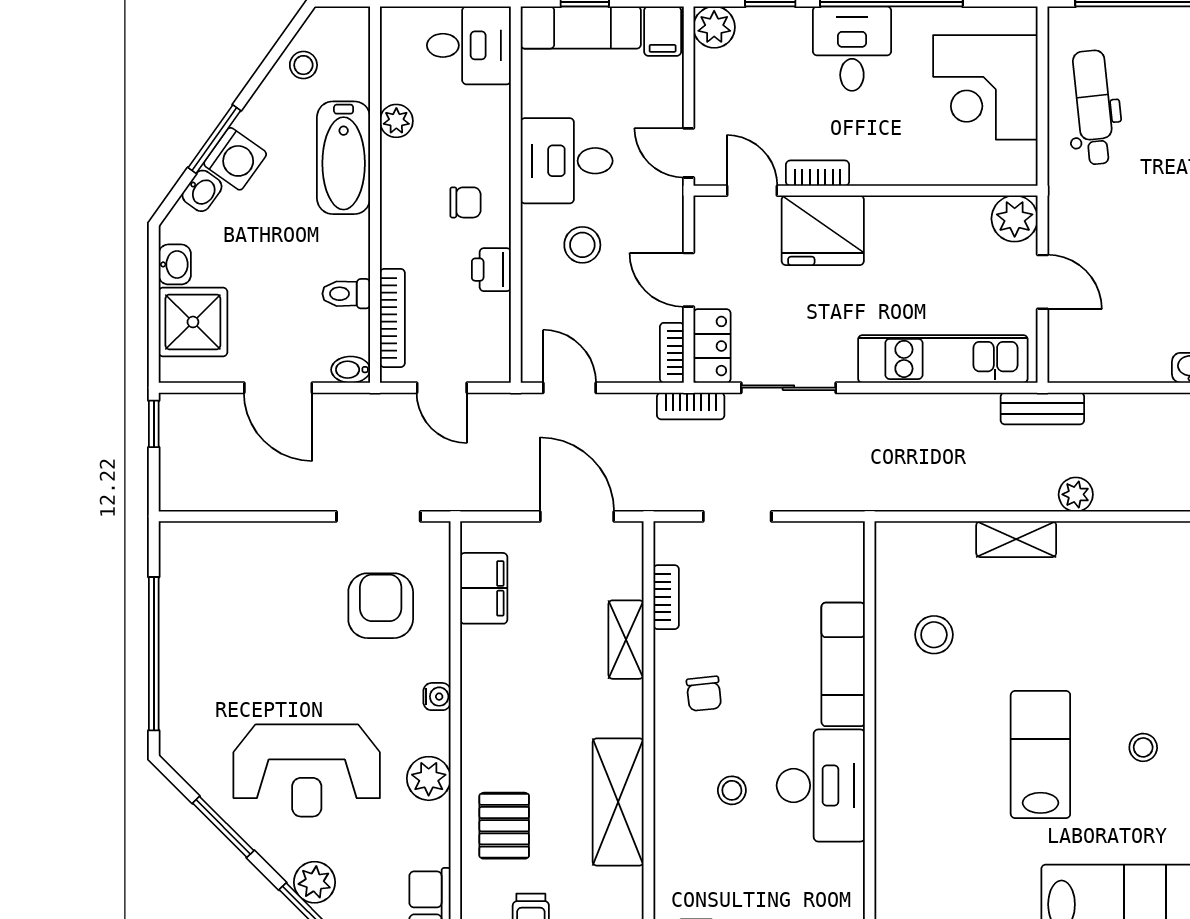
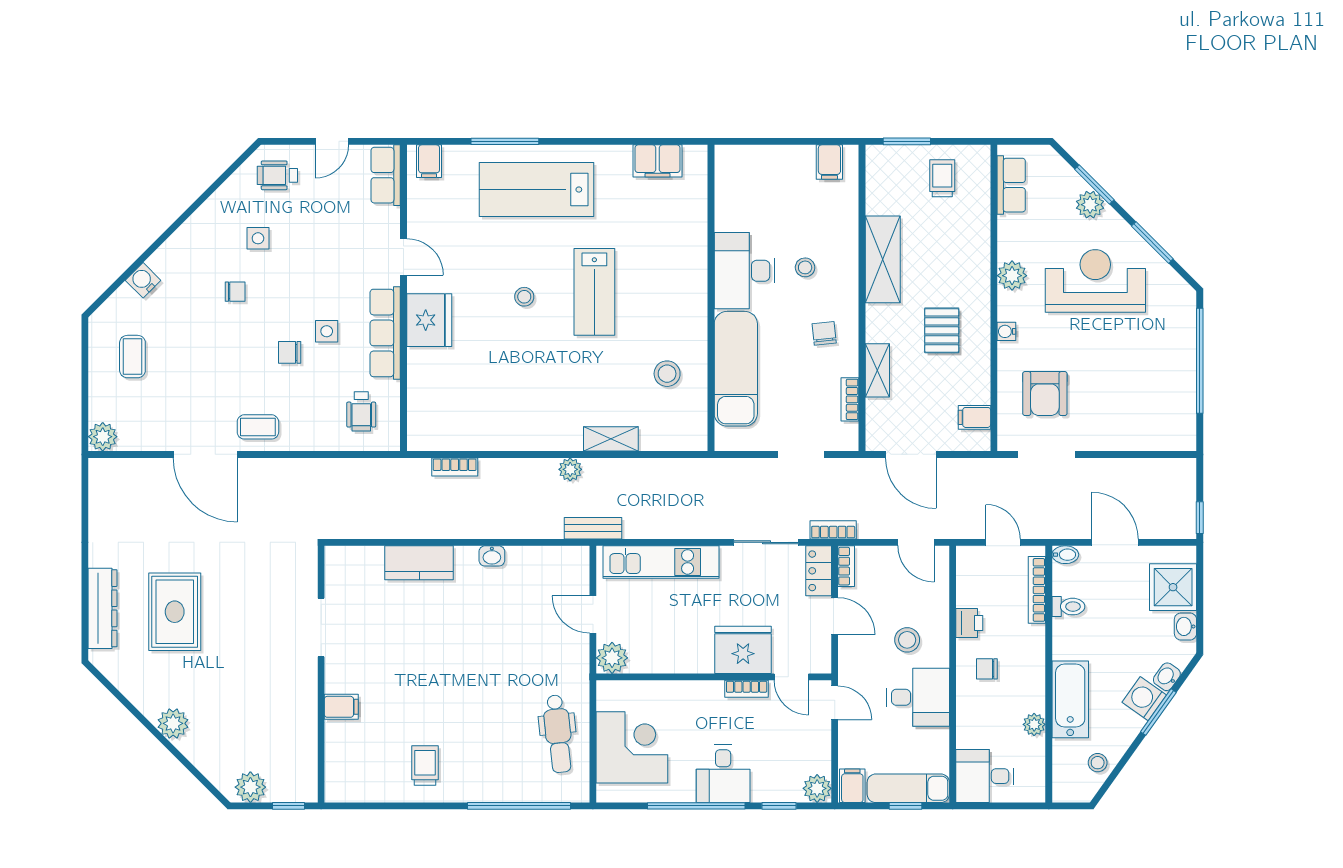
filing cabinet: (484, 588) -> (974, 417), width x0.50
exam couch: (843, 664) -> (736, 369), width x1.36, depth x1.45
pallet: (504, 826) -> (942, 330), moved

